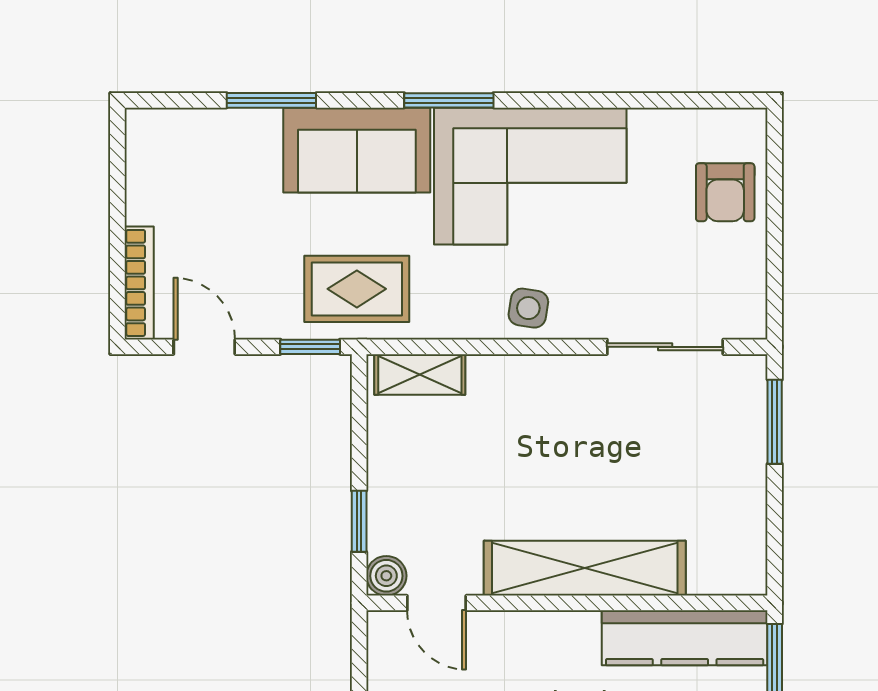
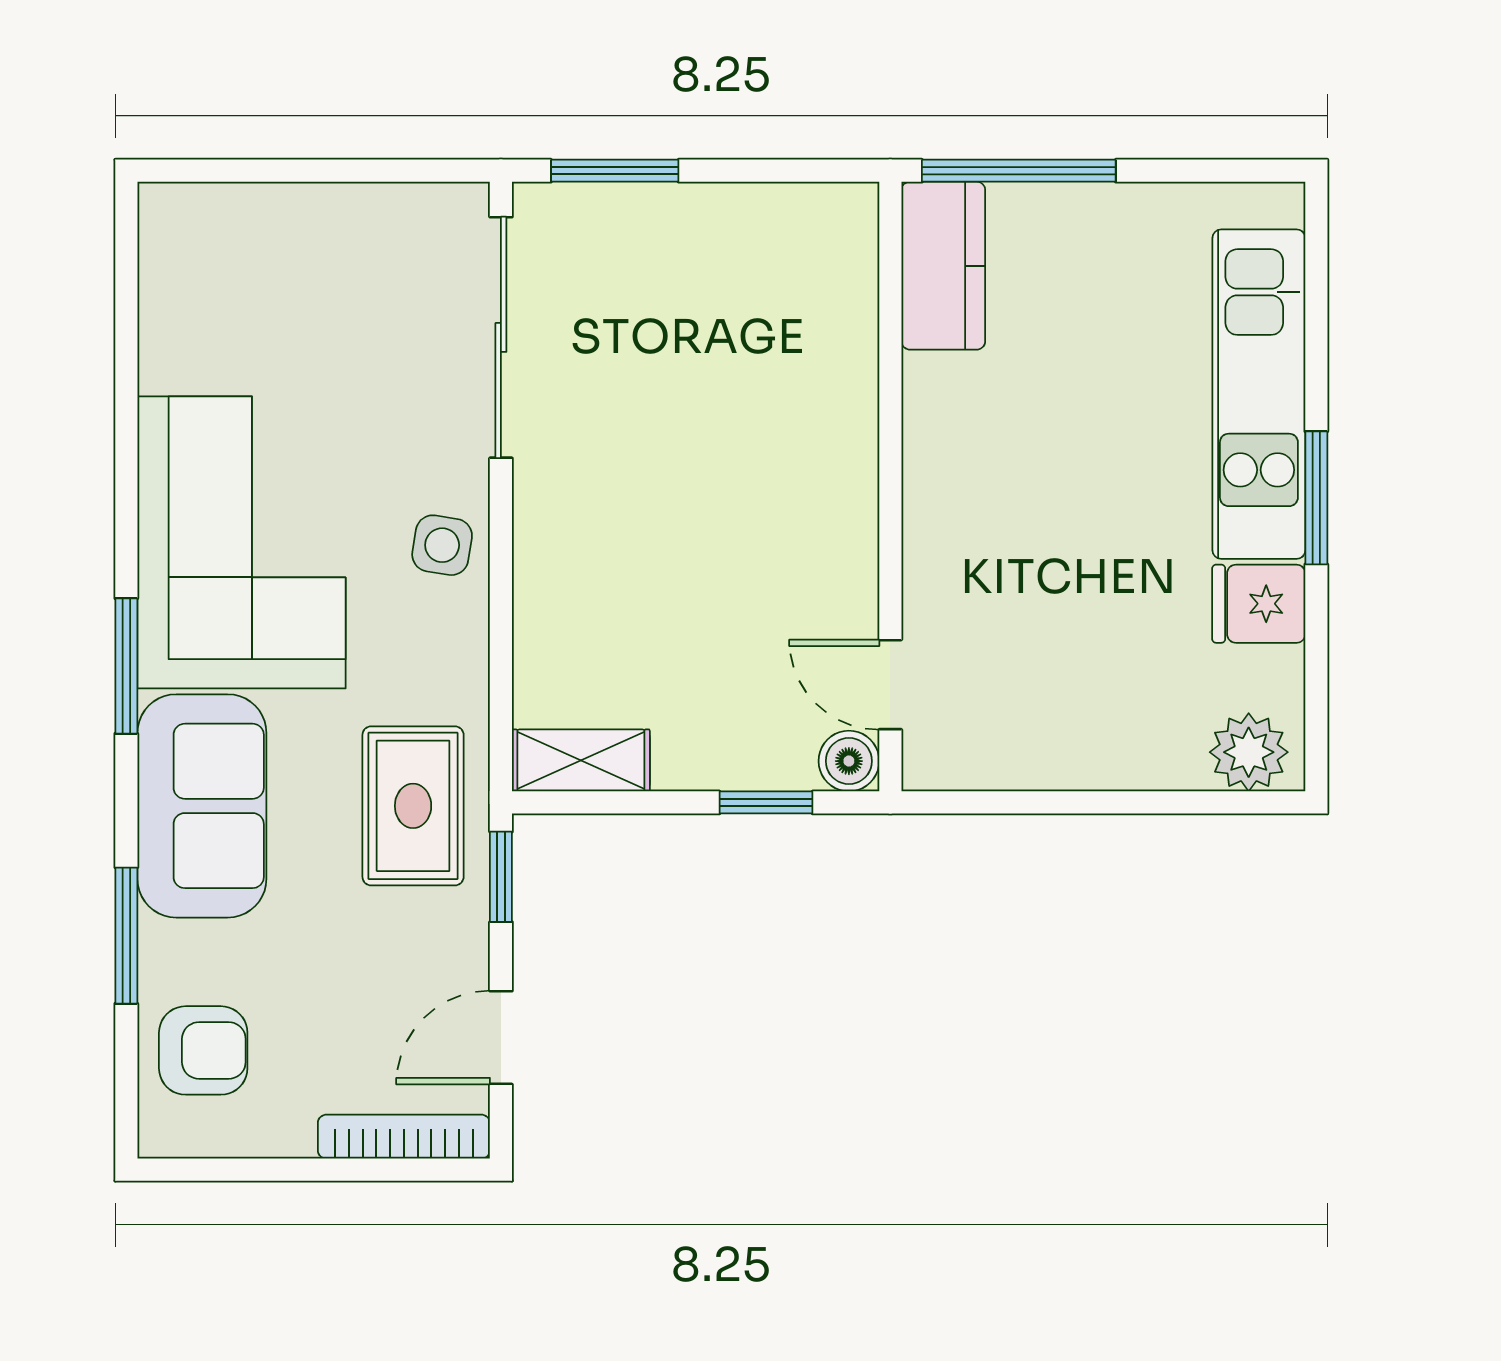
armchair: (725, 192) -> (203, 1050), moved
sliding door: (665, 347) -> (501, 337), width x1.37
shelving: (420, 374) -> (581, 760), moved, turned 90
shelving: (585, 568) -> (837, 459), removed
door: (437, 603) -> (890, 685), swing flipped
kitchen counter: (685, 638) -> (943, 266), width x0.67

